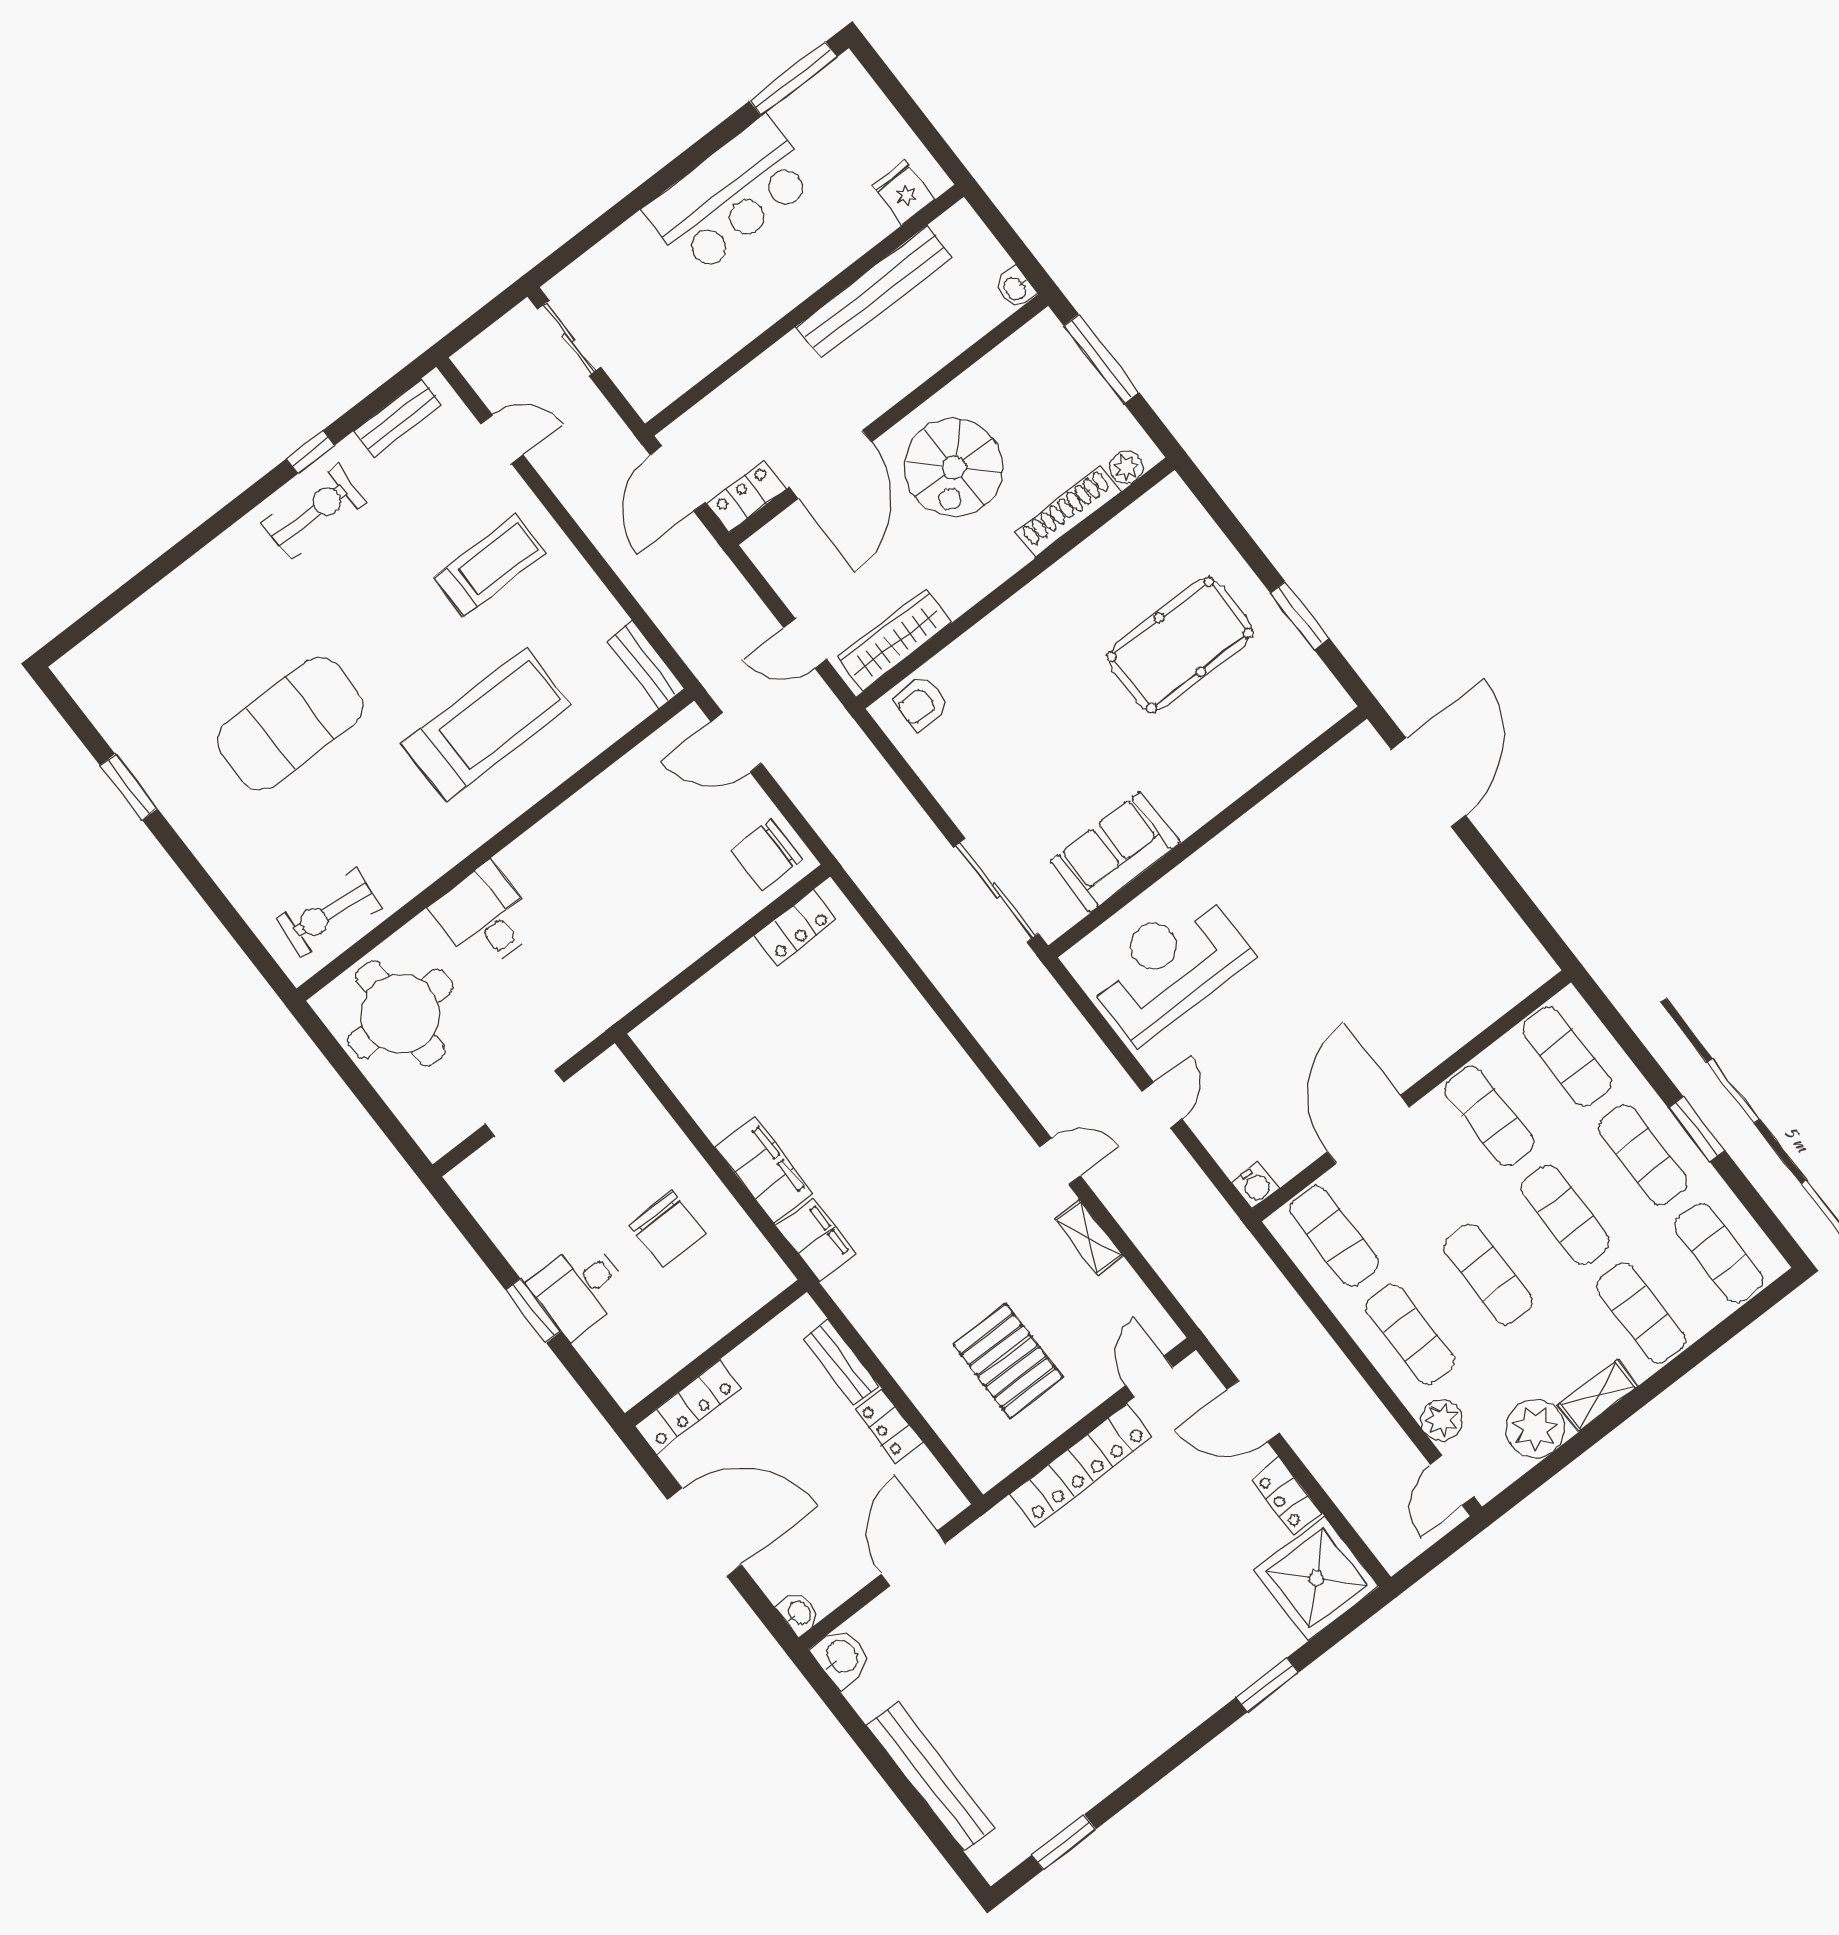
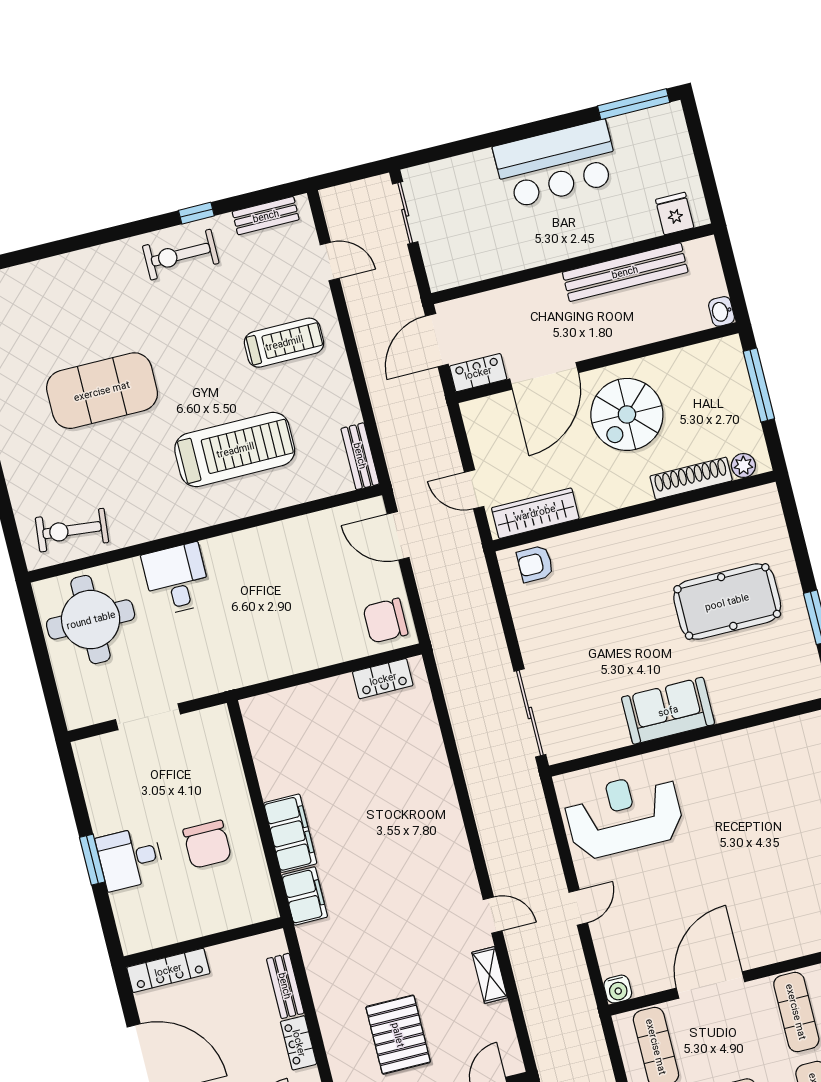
exercise bike: (314, 512) -> (181, 255), turned 180
sofa: (1115, 852) -> (668, 711), moved

